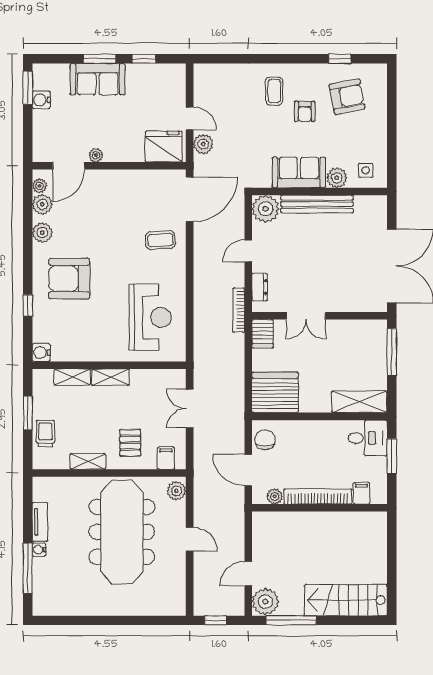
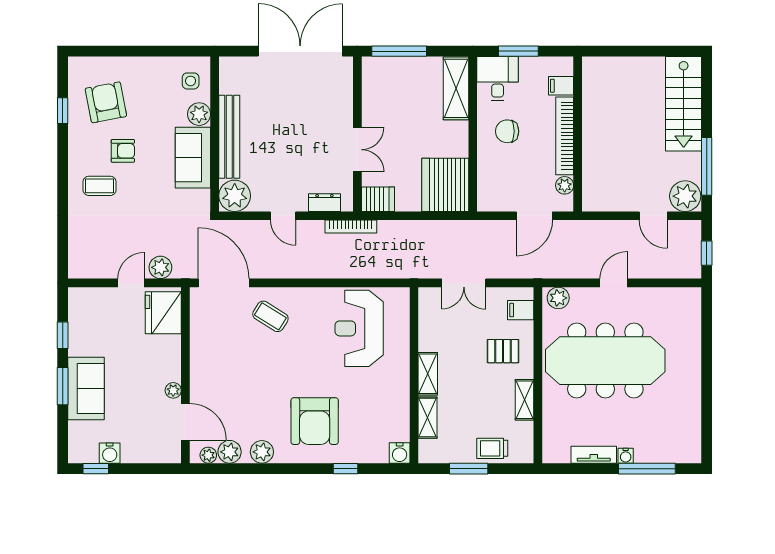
window: (28, 88) -> (96, 469), width x0.67
coffee table: (160, 240) -> (270, 316), turned -55
reception desk: (150, 317) -> (359, 328), turned -90
chair: (265, 440) -> (507, 131), moved

